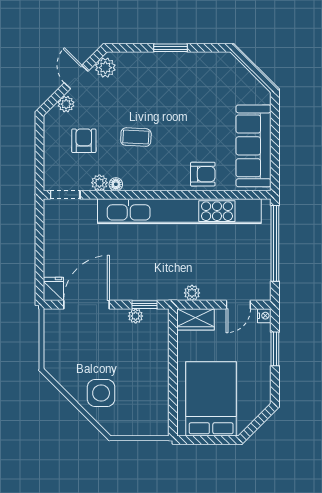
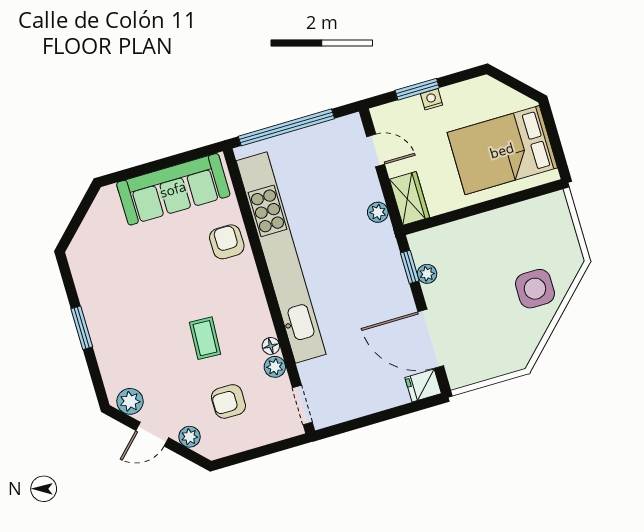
nightstand: (264, 316) -> (431, 99), moved

